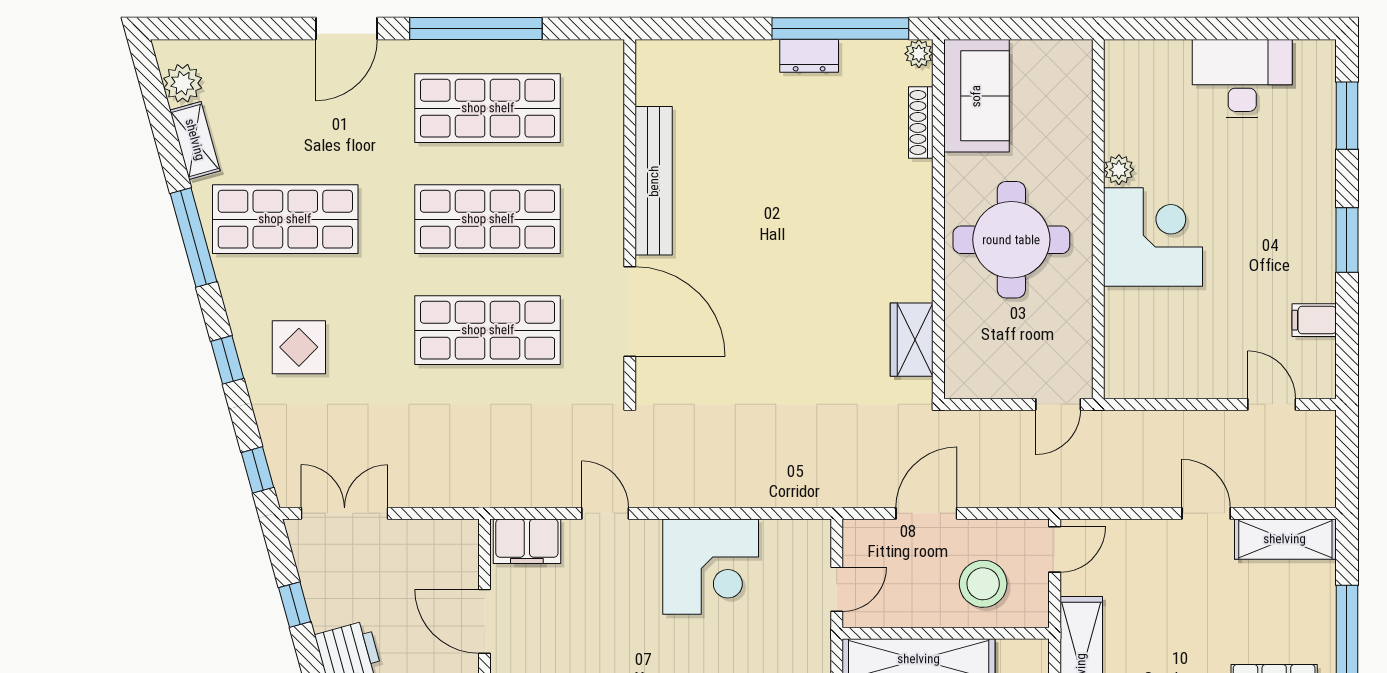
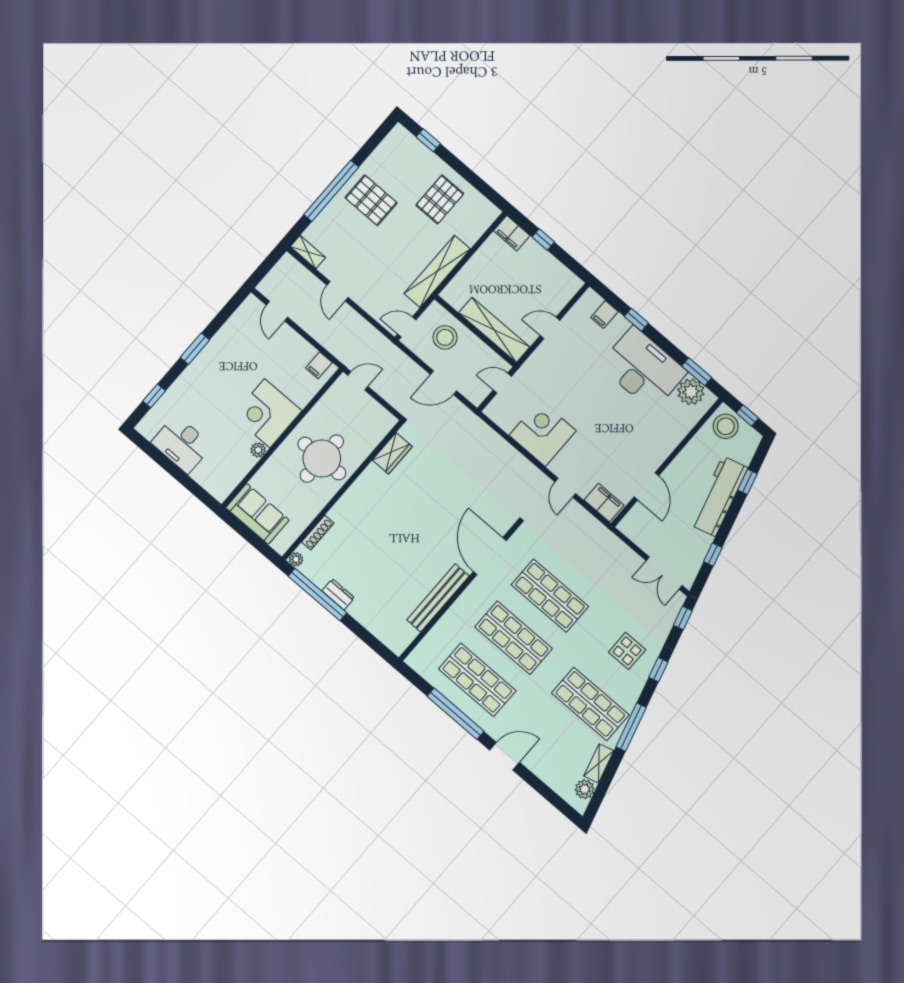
sofa: (976, 96) -> (257, 514), moved, turned 90
window: (1347, 116) -> (154, 396), width x0.67
filing cabinet: (1314, 320) -> (319, 365), moved, turned 90
shelving: (1285, 539) -> (308, 252), width x0.67, depth x0.75

